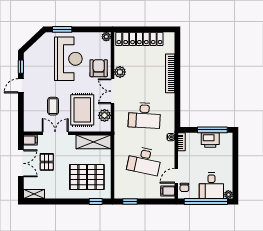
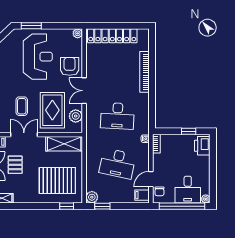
plant: (120, 72) -> (92, 197), moved
window: (212, 130) -> (189, 131), width x0.46
printer: (210, 140) -> (202, 146), moved, turned 90

